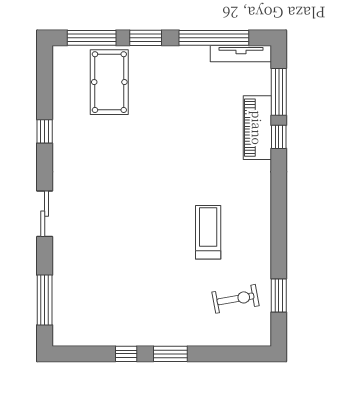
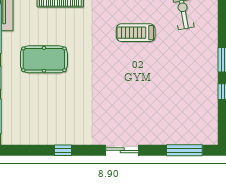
pool table: (109, 82) -> (44, 59), moved

